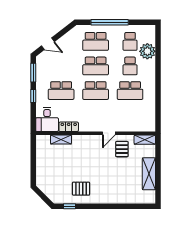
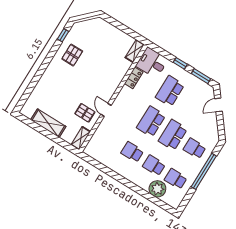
school desk: (96, 41) -> (195, 148), width x0.54
school desk: (130, 91) -> (132, 152), width x0.54
shelving: (61, 139) -> (135, 51), moved

